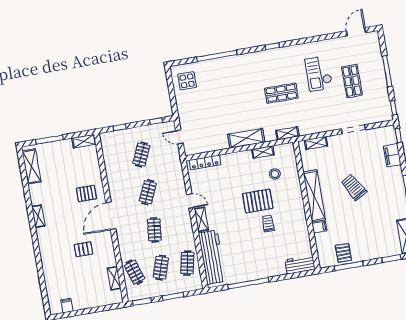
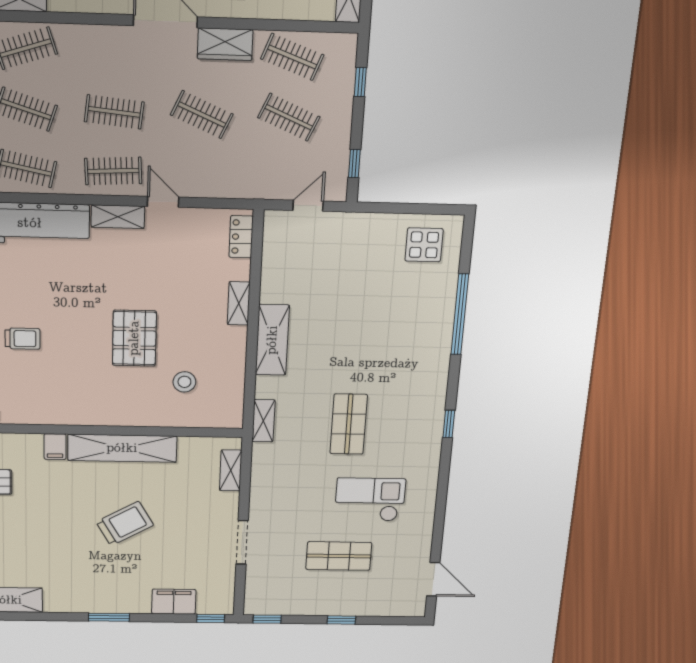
window: (387, 71) -> (341, 620), width x0.46
shelving: (263, 152) -> (239, 303), moved
clothes rail: (115, 159) -> (292, 57), added
locker: (205, 162) -> (241, 237), width x0.66
wardrobe: (115, 189) -> (225, 44), added
door: (190, 201) -> (163, 202), swing flipped
trolley: (268, 223) -> (23, 339), moved
clothes rail: (181, 225) -> (113, 171), added

